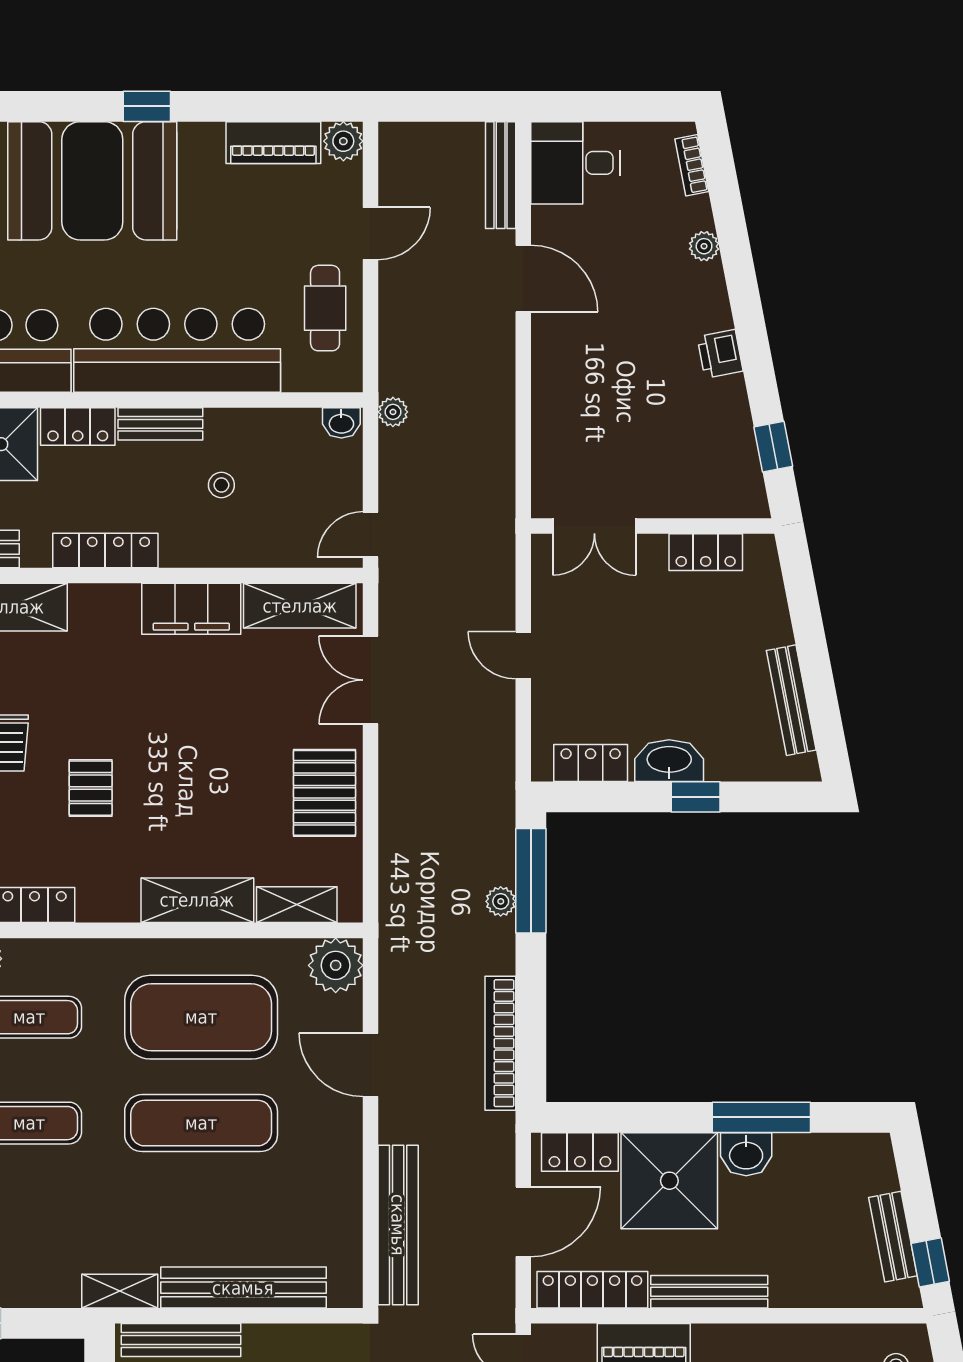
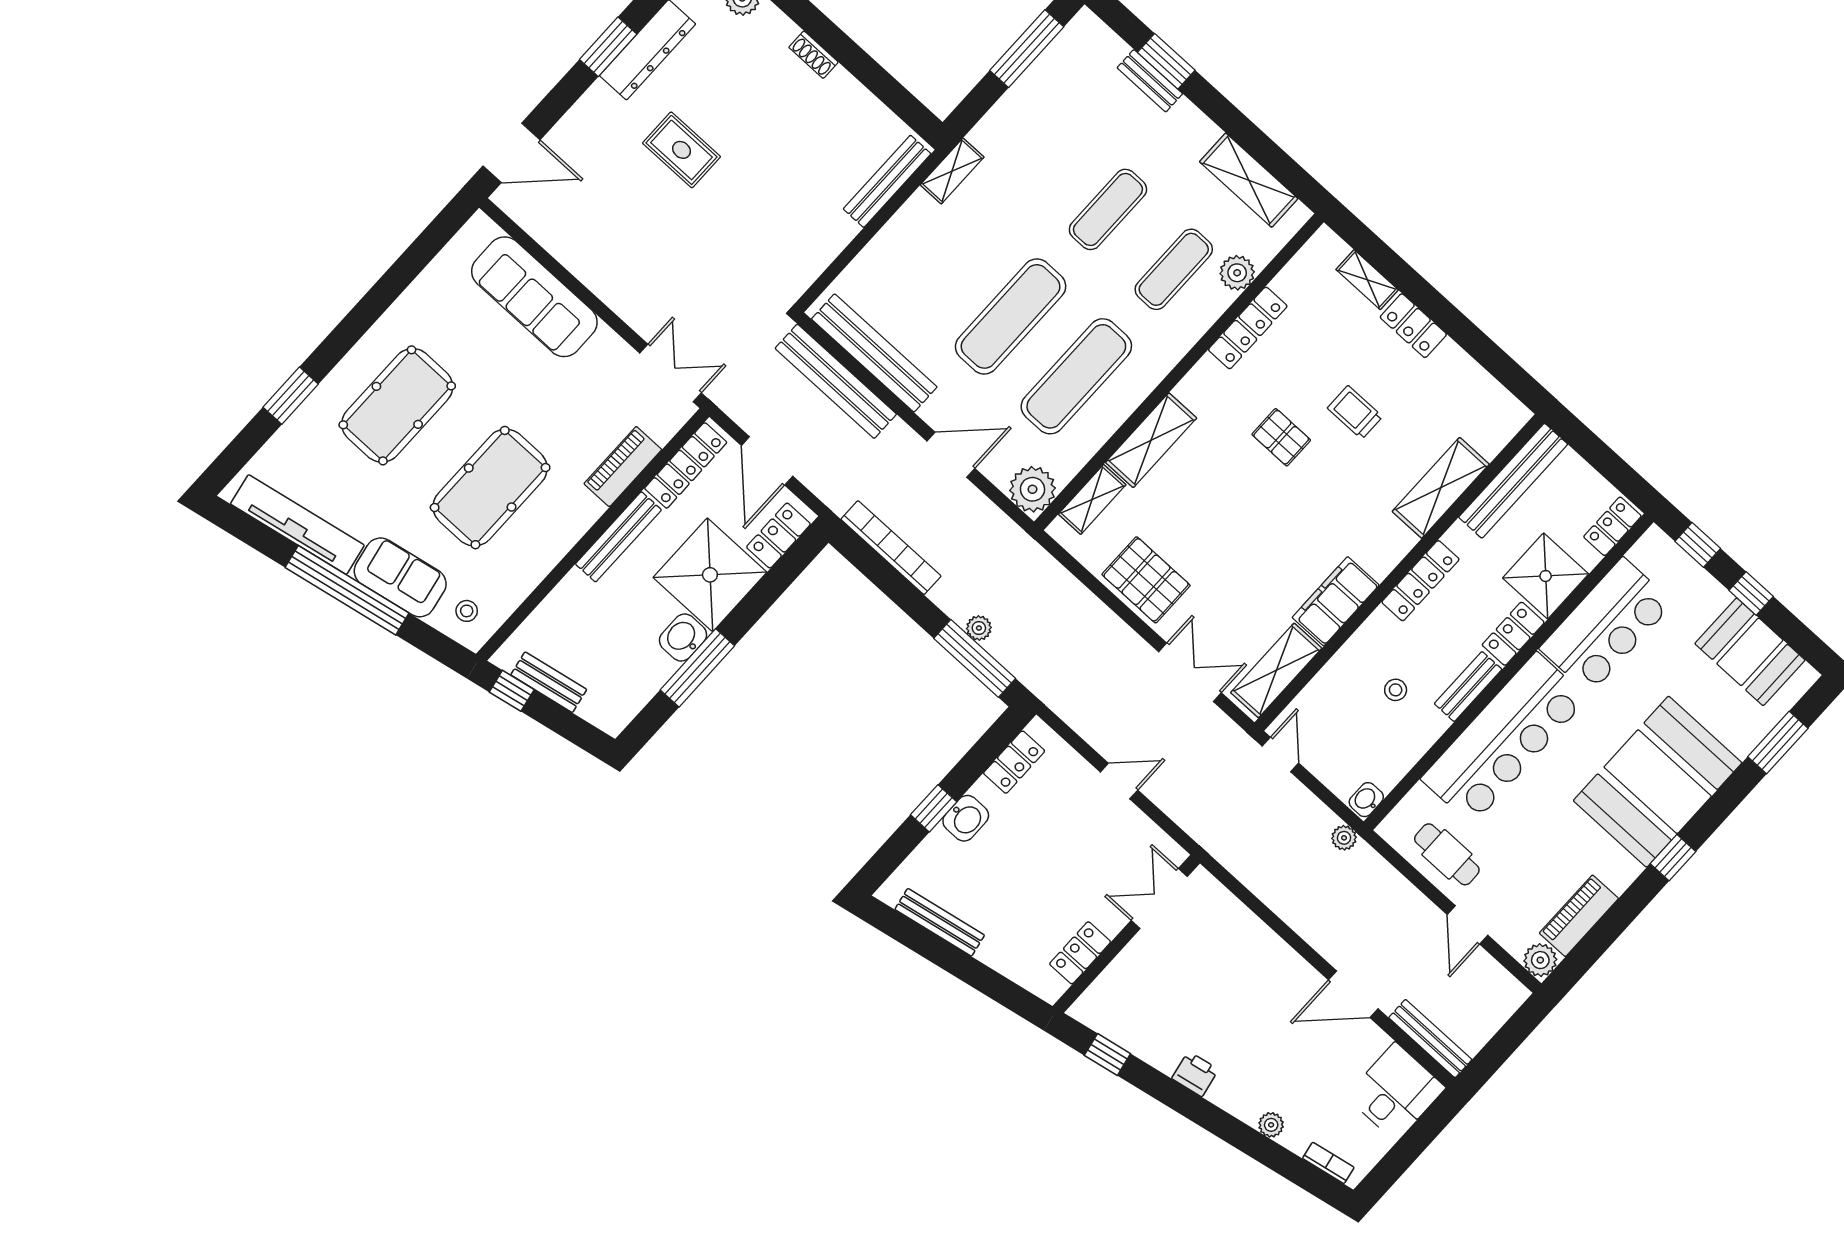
washbasin: (669, 761) -> (966, 818), width x0.72
exercise mat: (201, 1017) -> (1076, 376), width x0.68
bench: (243, 1288) -> (874, 353), moved, turned 90

